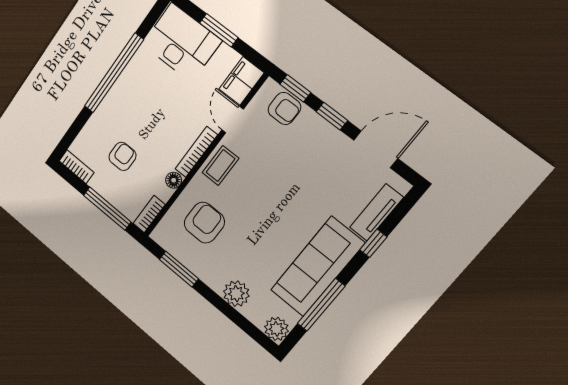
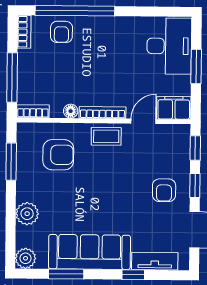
window: (114, 73) -> (75, 11), moved
armchair: (284, 108) -> (164, 190), moved
armchair: (122, 156) -> (61, 32), moved, turned 90
window: (321, 305) -> (66, 274), width x0.69

